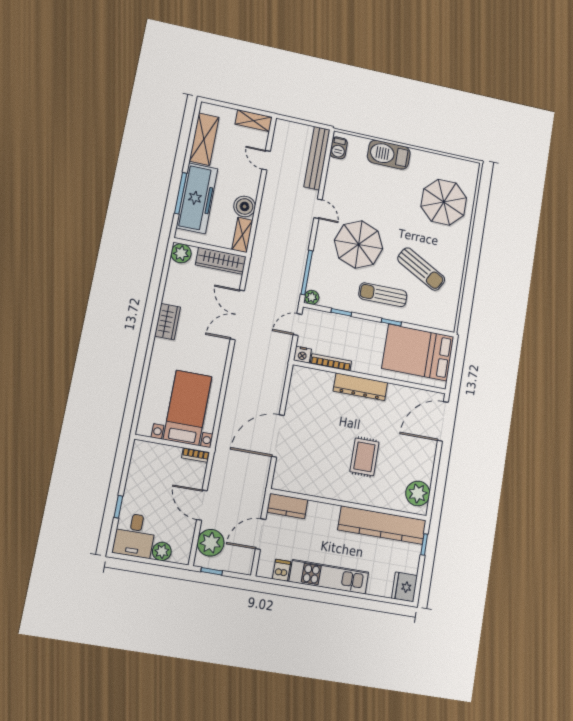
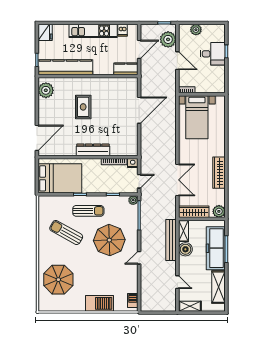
bench: (317, 158) -> (171, 240), moved
door: (318, 209) -> (139, 258), hinge flipped
wardrobe: (167, 322) -> (219, 173), width x1.50
desk: (135, 535) -> (213, 54), moved, turned 90

